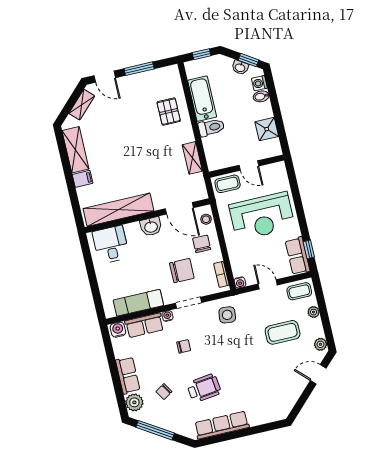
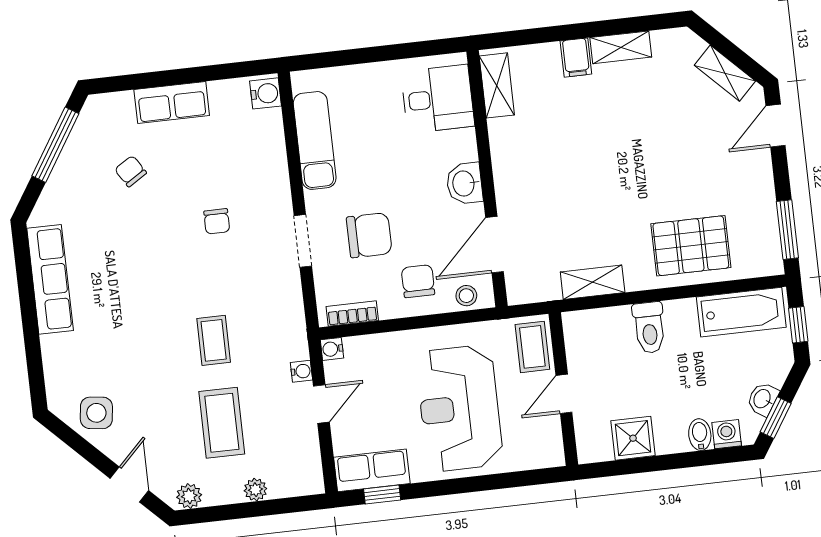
window: (139, 69) -> (787, 230), moved
bathtub: (202, 99) -> (741, 312), moved
pallet: (169, 112) -> (691, 246), width x1.50, depth x1.42
shelving: (75, 150) -> (621, 47), width x0.67, depth x0.75
shelving: (118, 210) -> (497, 85), width x0.45, depth x0.75
chair: (202, 244) -> (418, 281), turned -90
chair: (182, 271) -> (369, 235), turned -90
coffee table: (299, 291) -> (214, 340), moved
side table: (227, 315) -> (96, 413), moved
water cooler: (167, 316) -> (301, 371), moved
row of seats: (144, 325) -> (268, 147), removed
wheelchair: (204, 388) -> (128, 252), removed
plant: (134, 402) -> (116, 109), removed

